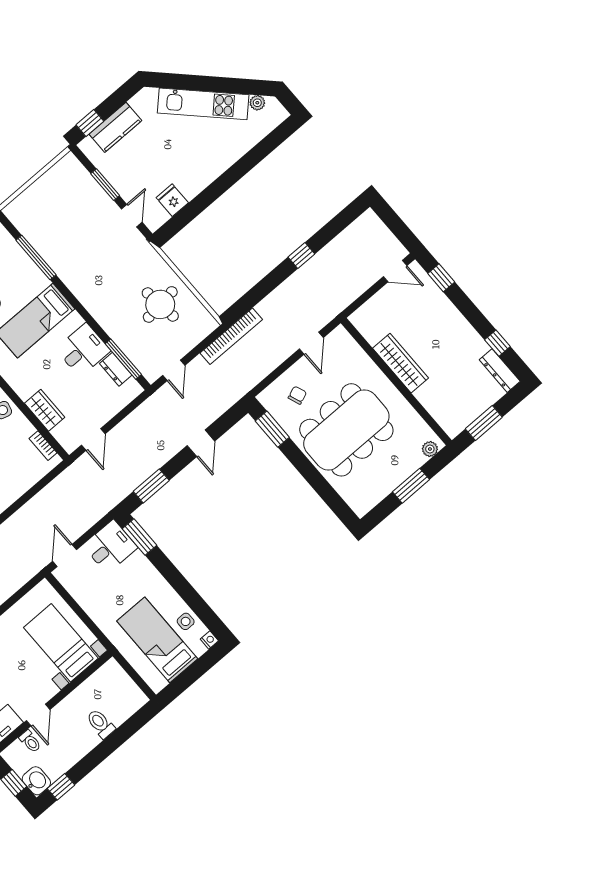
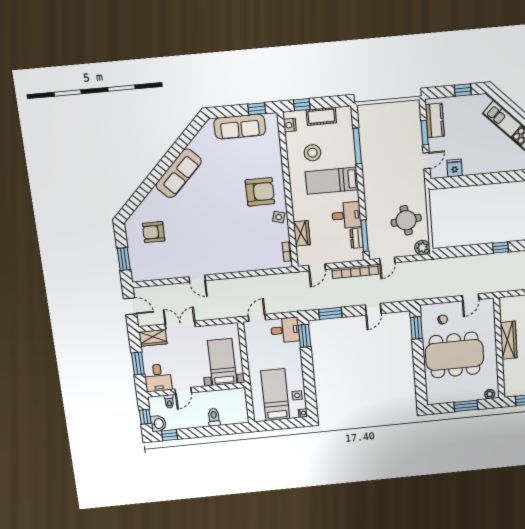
window: (90, 123) -> (463, 90), moved
kitchen counter: (115, 127) -> (435, 120), moved, turned -90
plant: (205, 324) -> (422, 248), added
bookcase: (231, 336) -> (355, 271), moved

